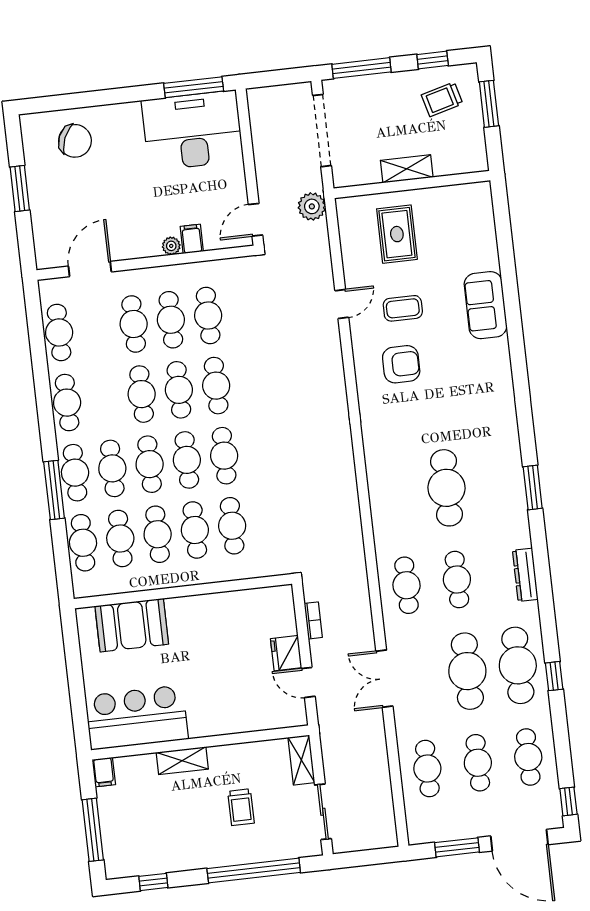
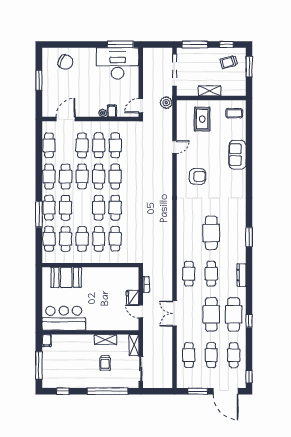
coffee table: (403, 308) -> (234, 113), moved
cafe table: (150, 464) -> (66, 177), moved
shelving: (182, 761) -> (106, 339), moved

